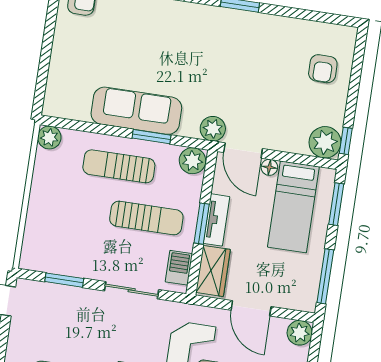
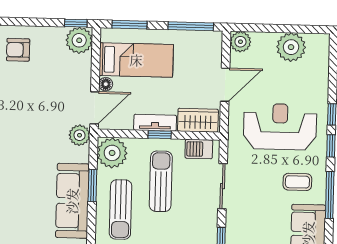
armchair: (323, 69) -> (18, 50), turned 180
plant: (193, 161) -> (112, 153), width x1.36, depth x1.36
window: (202, 224) -> (160, 135), width x0.67

